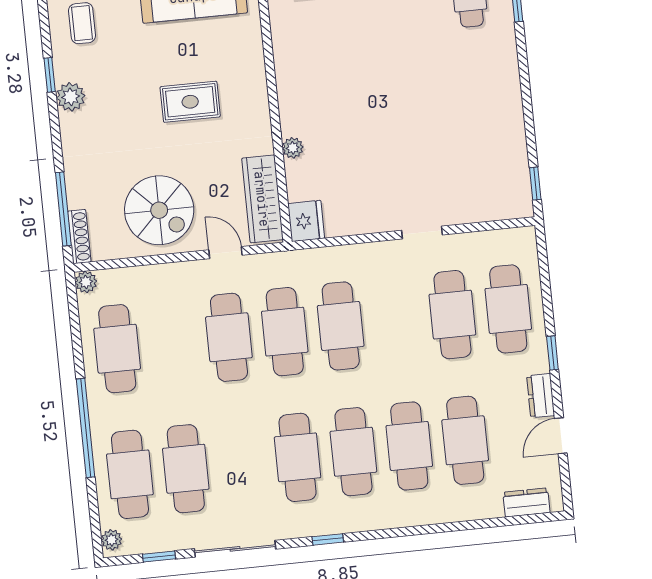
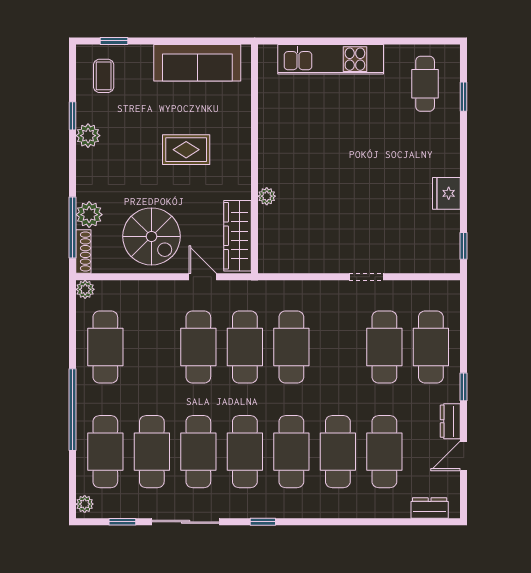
plant: (82, 191) -> (89, 215), added
fridge: (306, 221) -> (446, 193), moved, turned 180
cafe table: (242, 463) -> (198, 452), added

